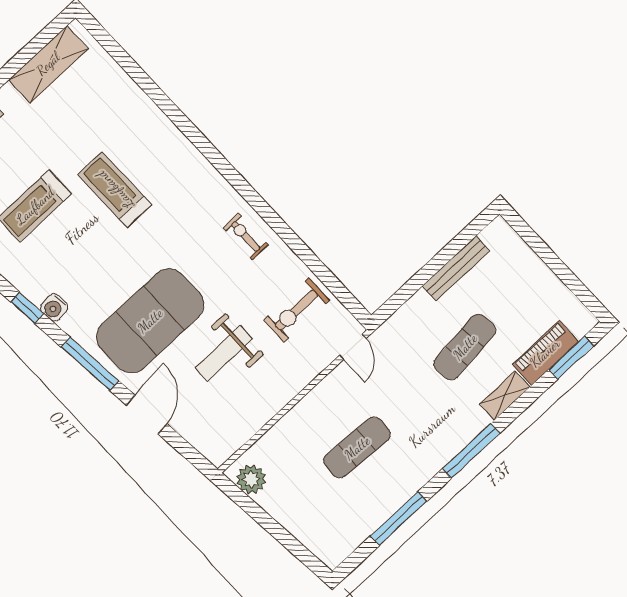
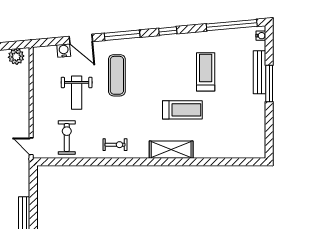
shelving: (48, 64) -> (171, 150), moved, turned 90
water cooler: (54, 308) -> (64, 51), moved
exercise mat: (150, 321) -> (117, 75), width x0.50, depth x0.69
weight bench: (224, 353) -> (77, 93), turned 180

